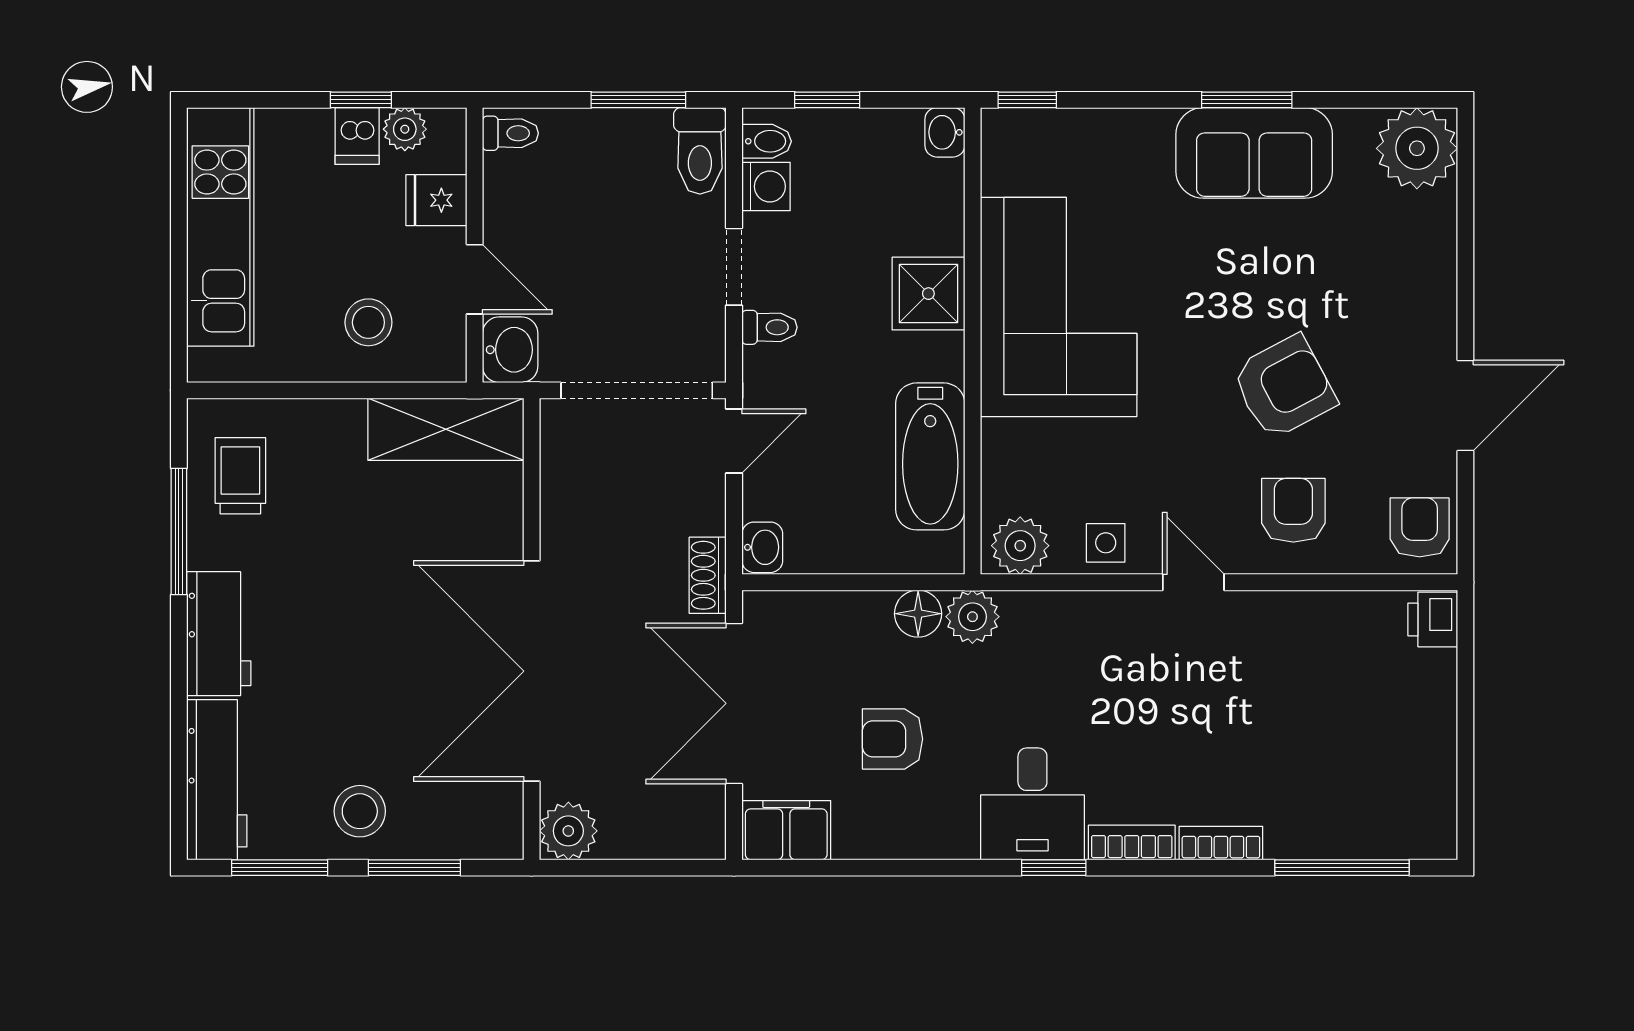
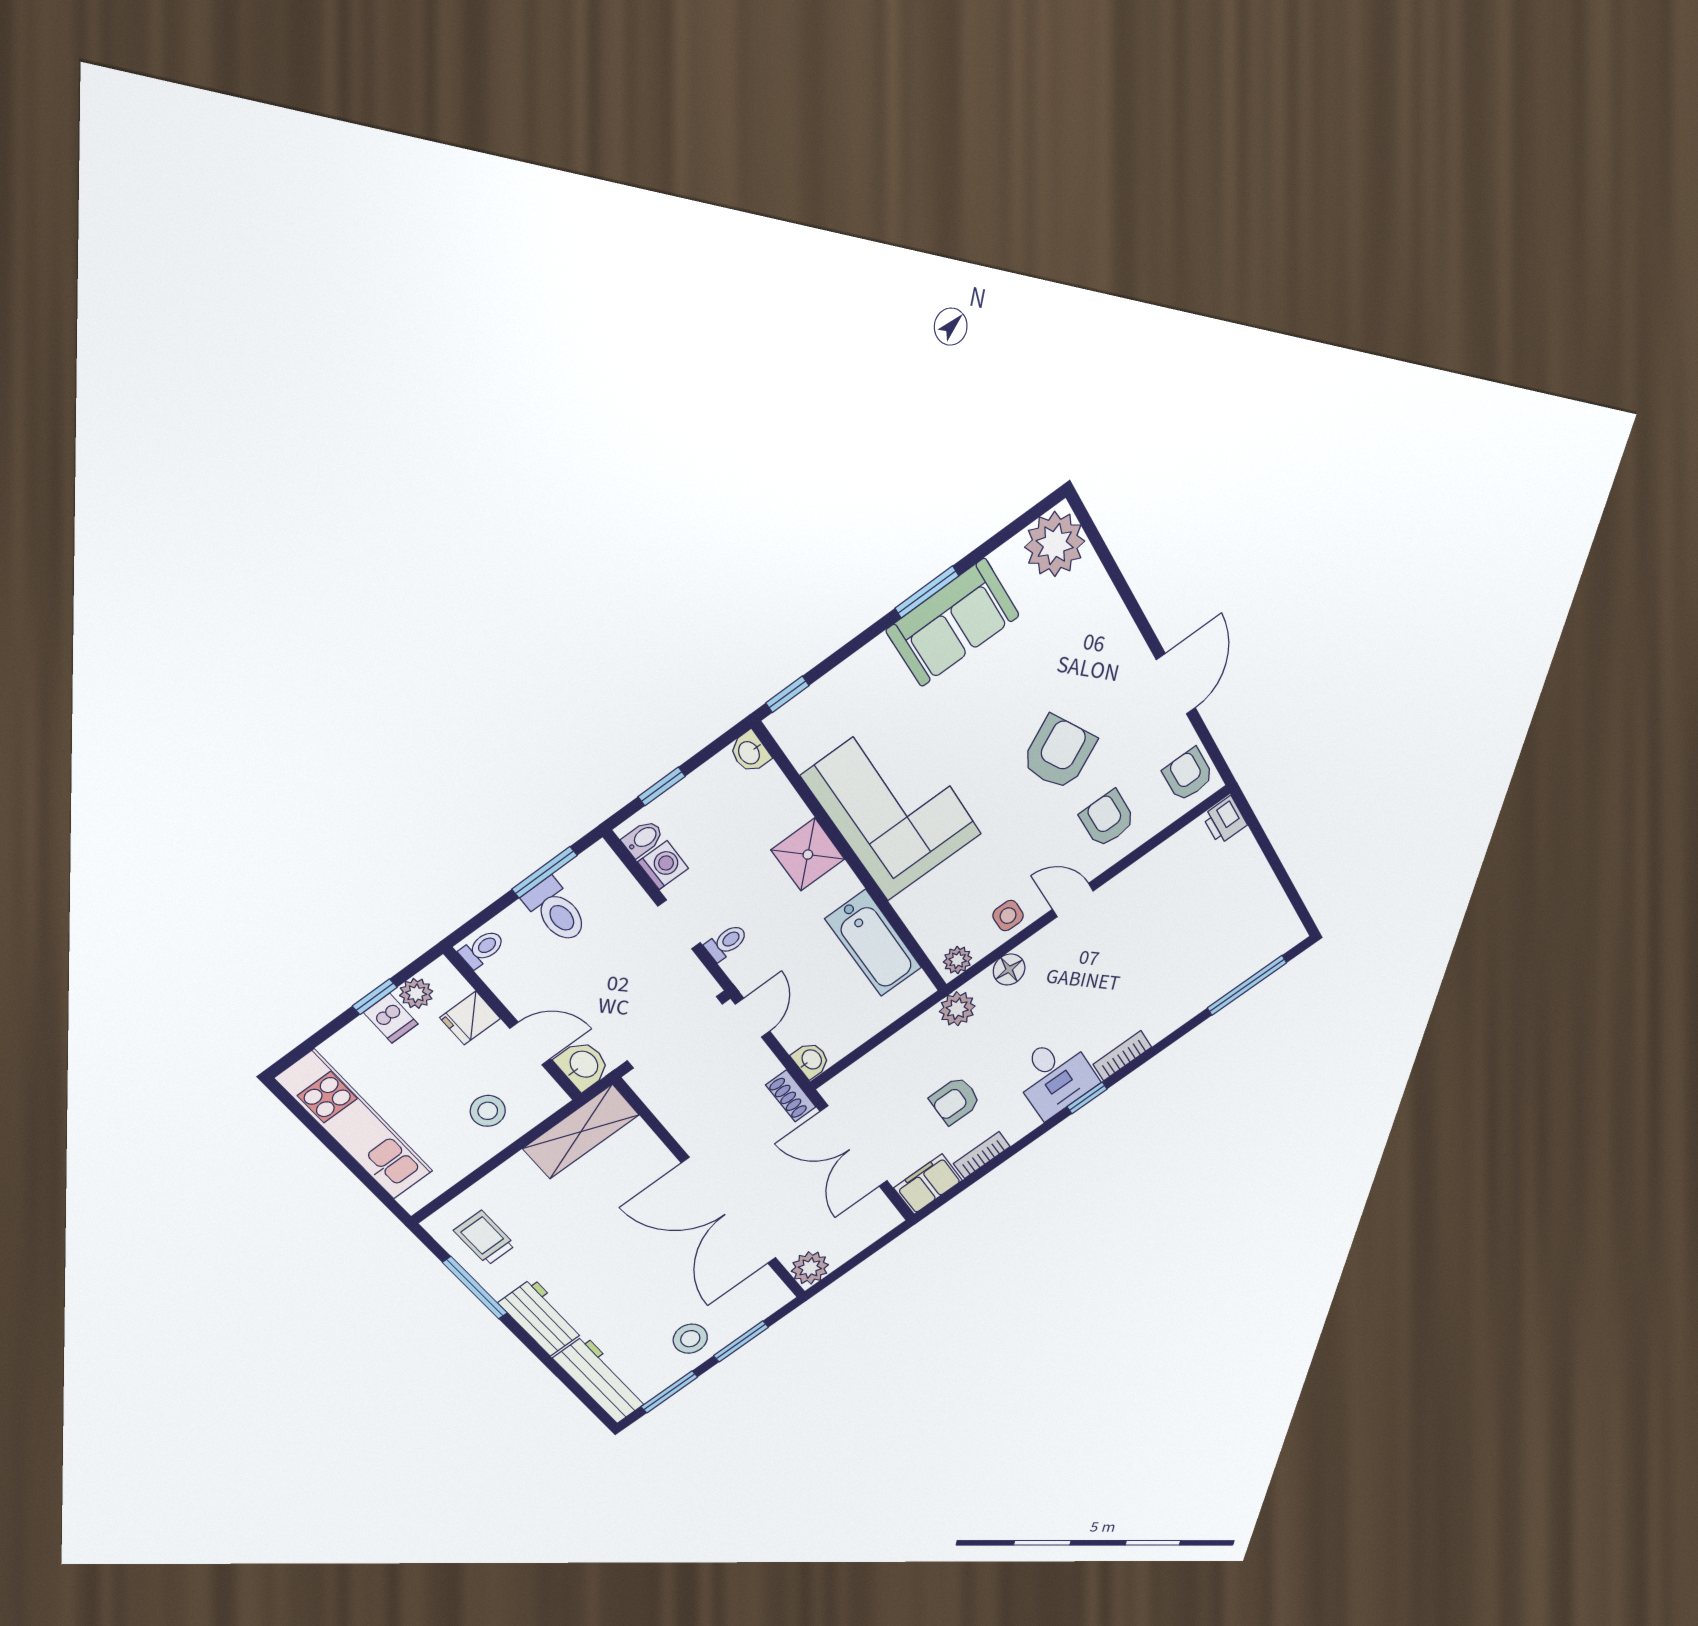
toilet: (700, 151) -> (556, 911), moved
plant: (1020, 546) -> (958, 960), width x0.73, depth x0.73
floor lamp: (918, 614) -> (1009, 969), moved
bookcase: (1221, 843) -> (982, 1155), moved

